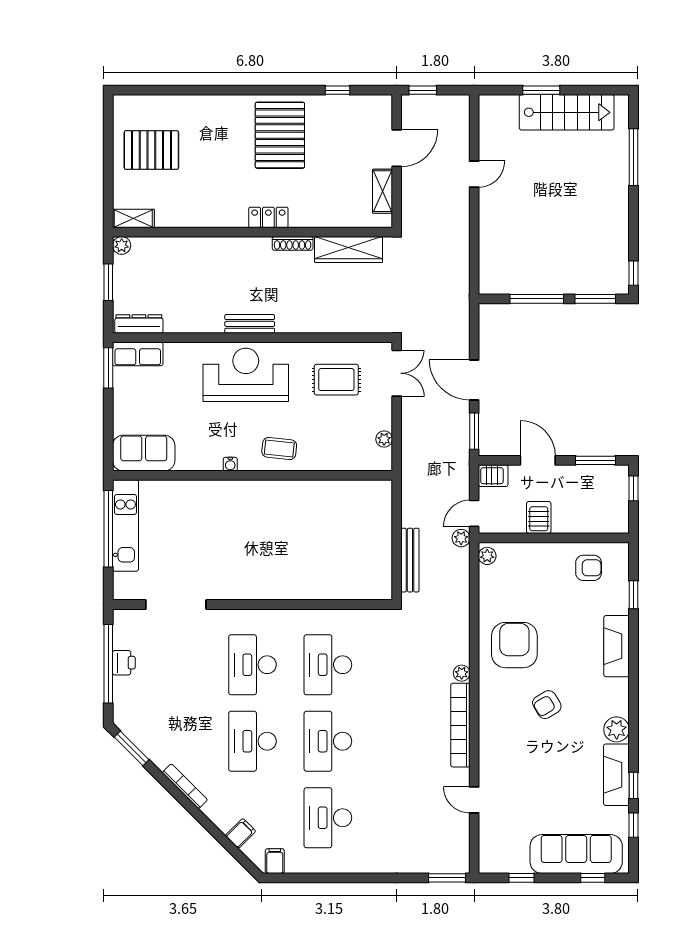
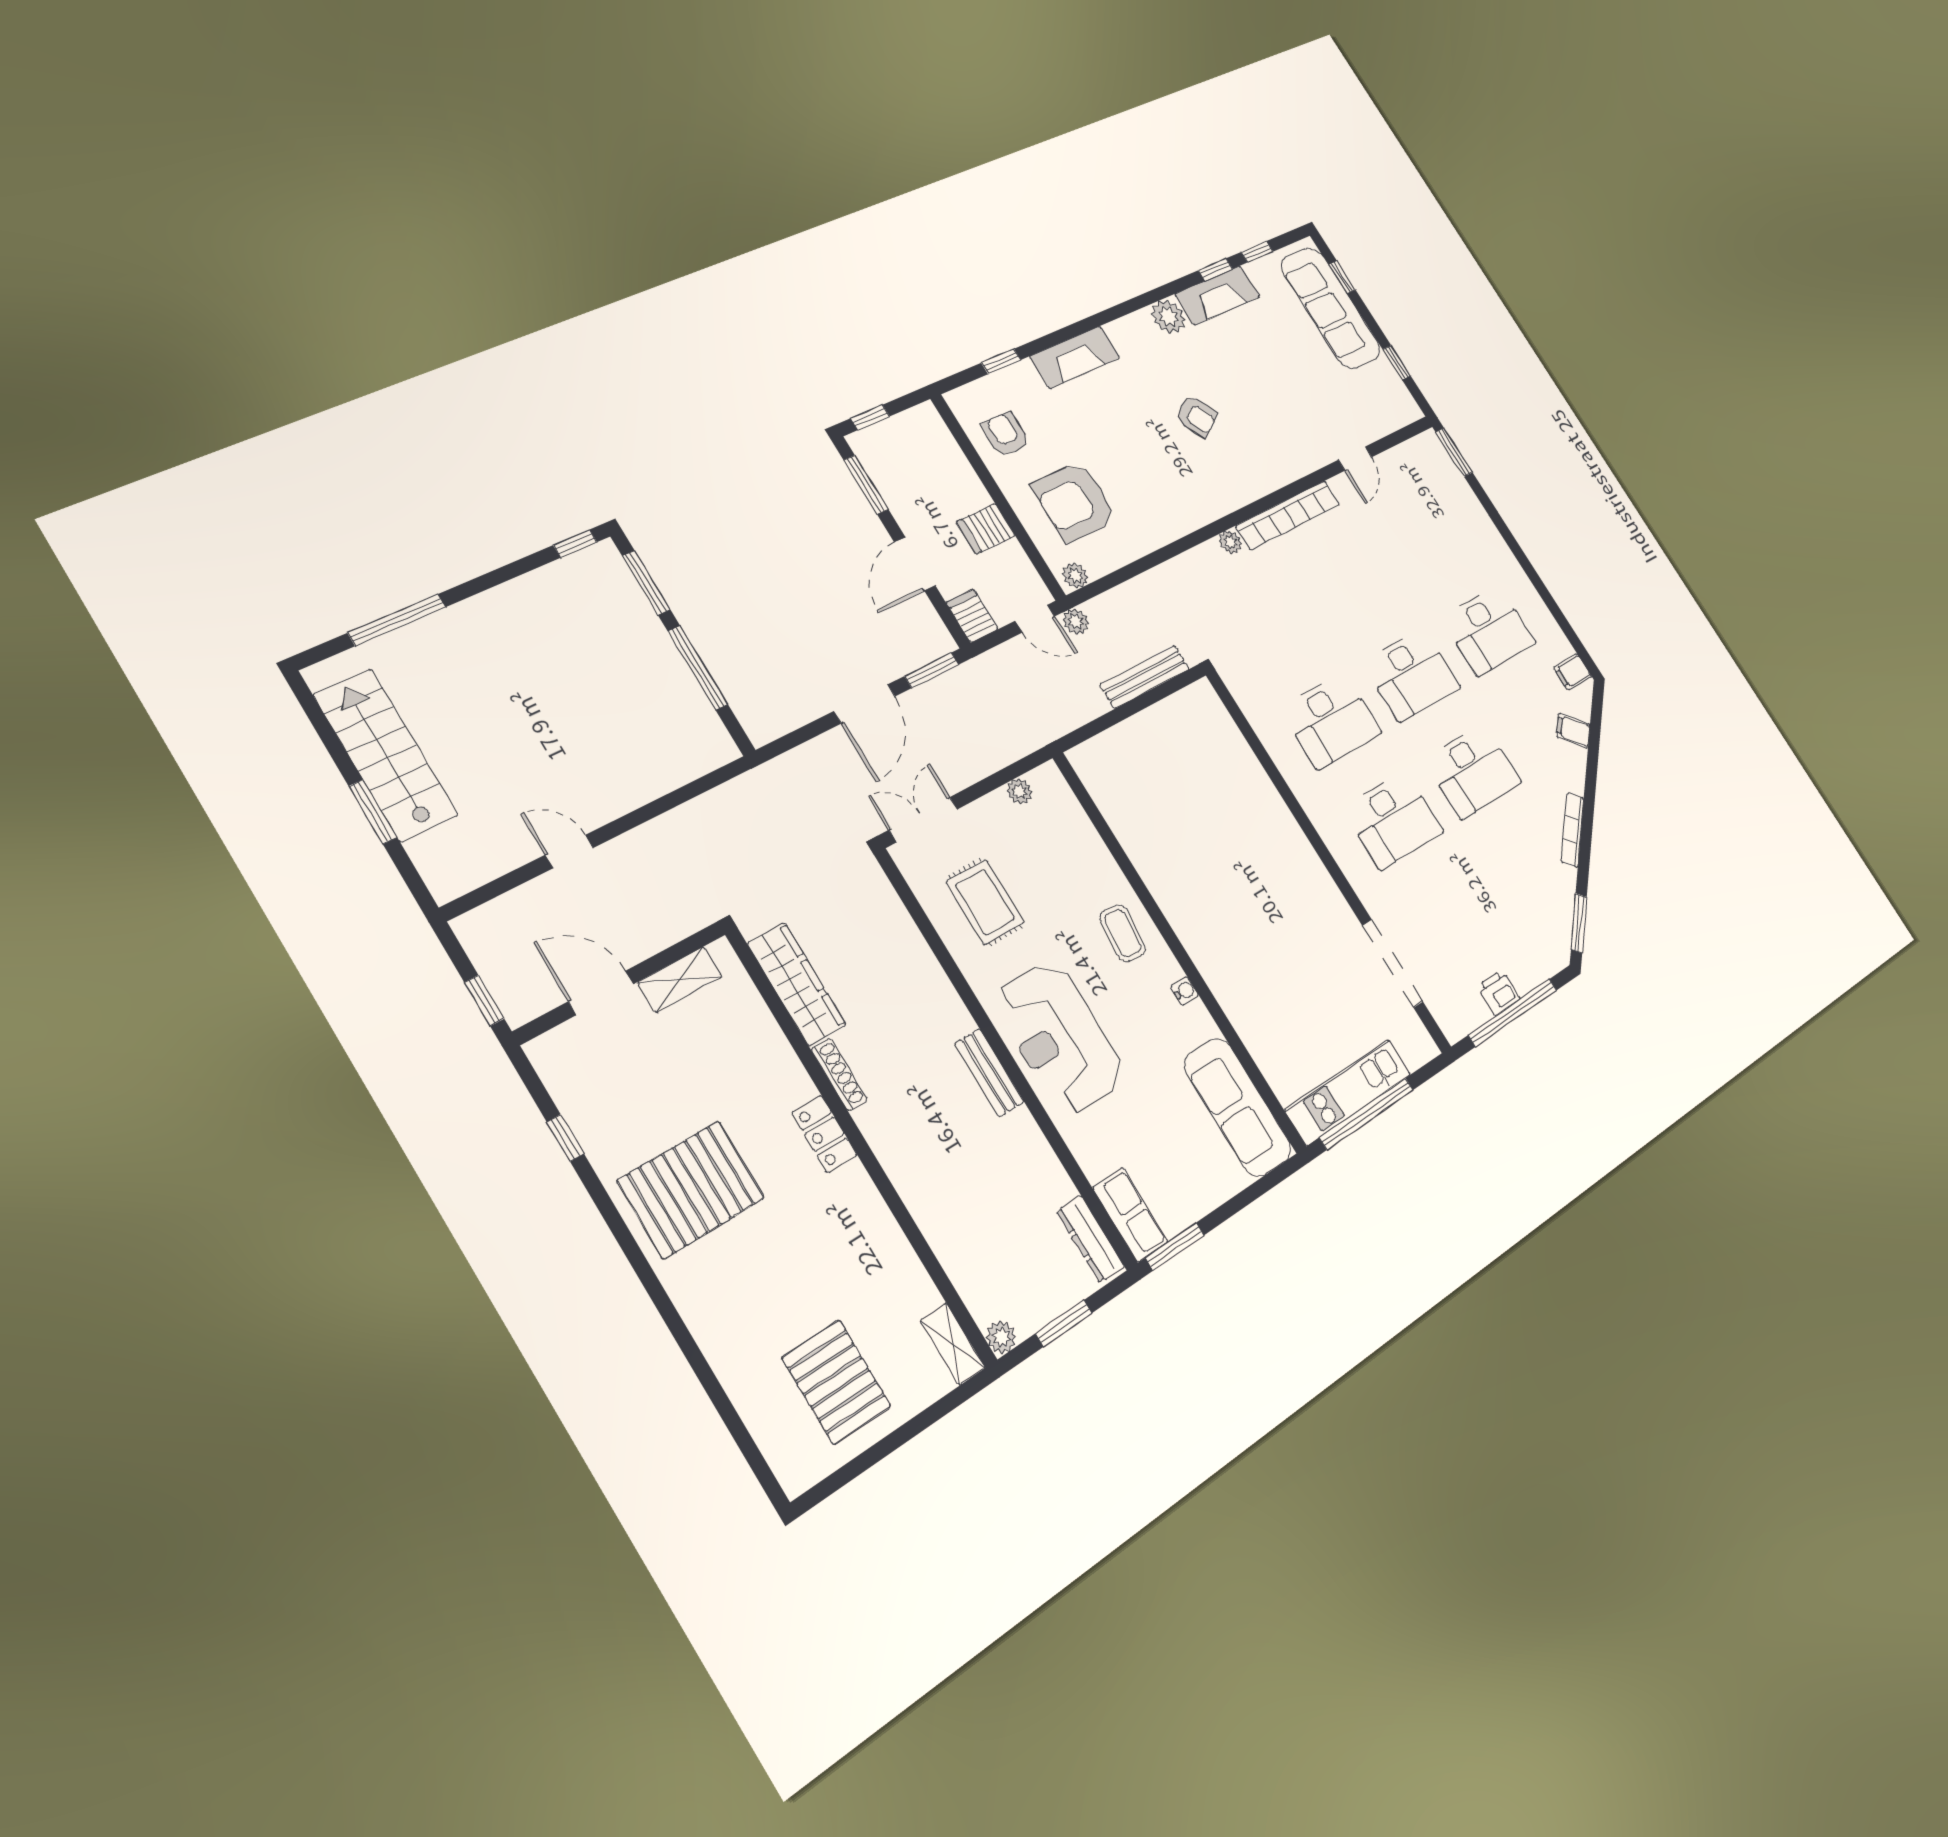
sofa: (144, 453) -> (1238, 1107), width x1.36
armchair: (514, 645) -> (1074, 502), moved

